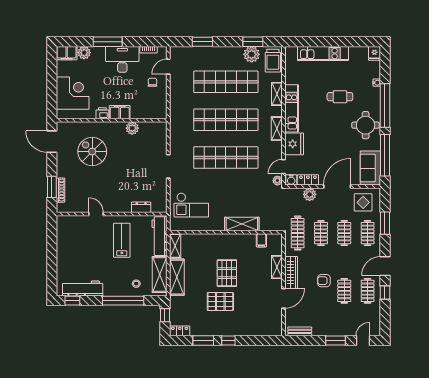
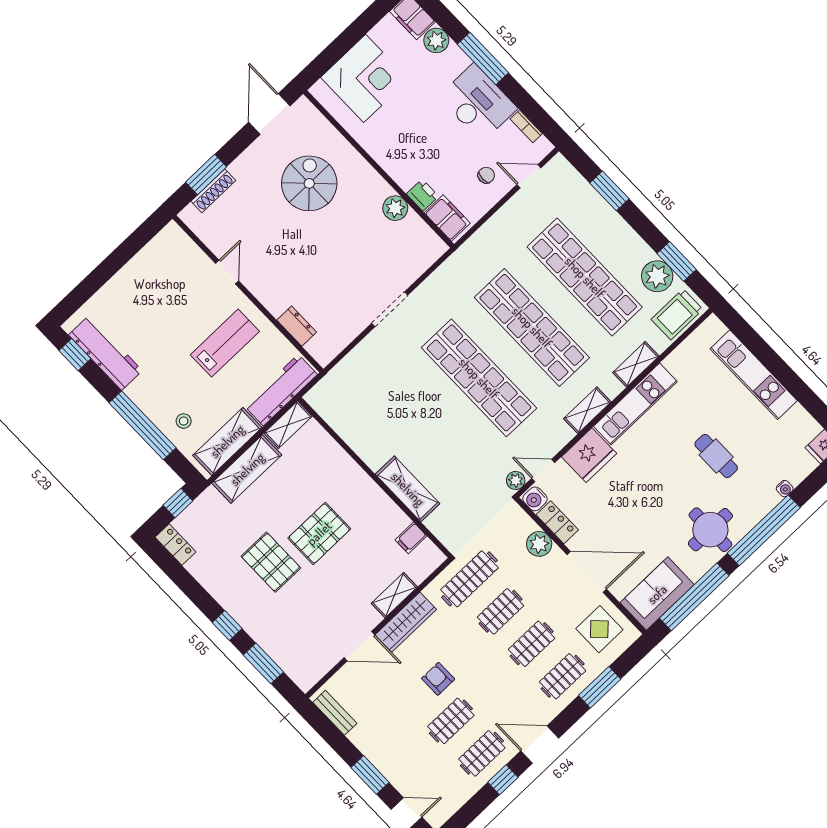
filing cabinet: (120, 112) -> (447, 218), moved
printer: (102, 113) -> (423, 195), moved
checkout: (191, 205) -> (367, 393), removed
window: (203, 341) -> (263, 663), moved

